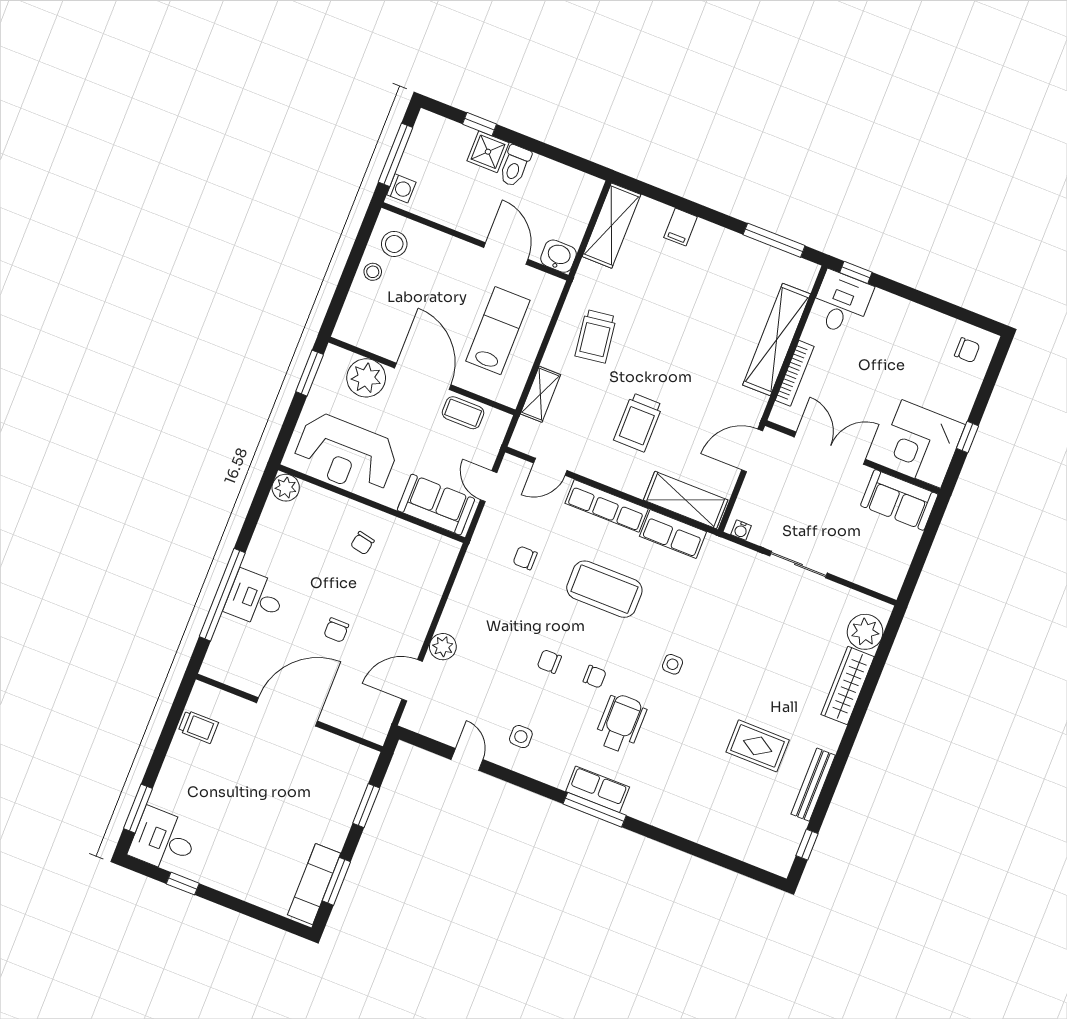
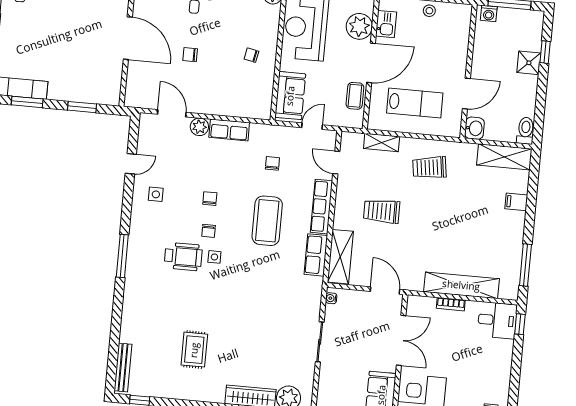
toilet: (515, 166) -> (526, 131), moved, turned 90
stool: (394, 244) -> (451, 19), removed
kitchen sink: (374, 339) -> (386, 24), added
bookcase: (795, 373) -> (451, 304), width x0.64
side table: (673, 664) -> (214, 257), moved
bench: (813, 785) -> (123, 367), moved, turned 90
row of seats: (598, 789) -> (229, 130), moved, turned 90

